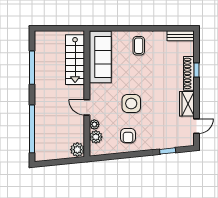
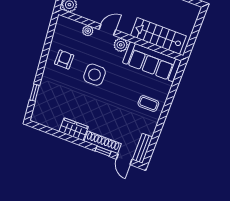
door: (196, 126) -> (124, 159), moved
armchair: (128, 136) -> (64, 60), turned 90
plant: (96, 137) -> (121, 45), moved

